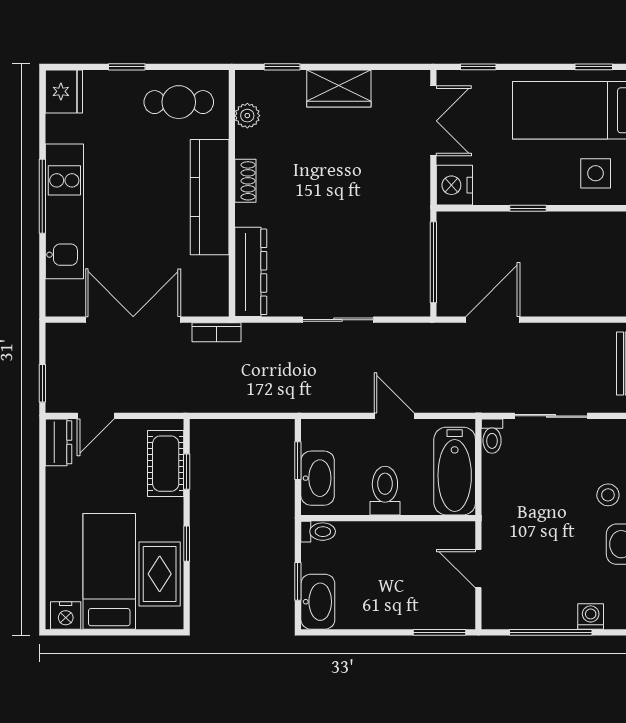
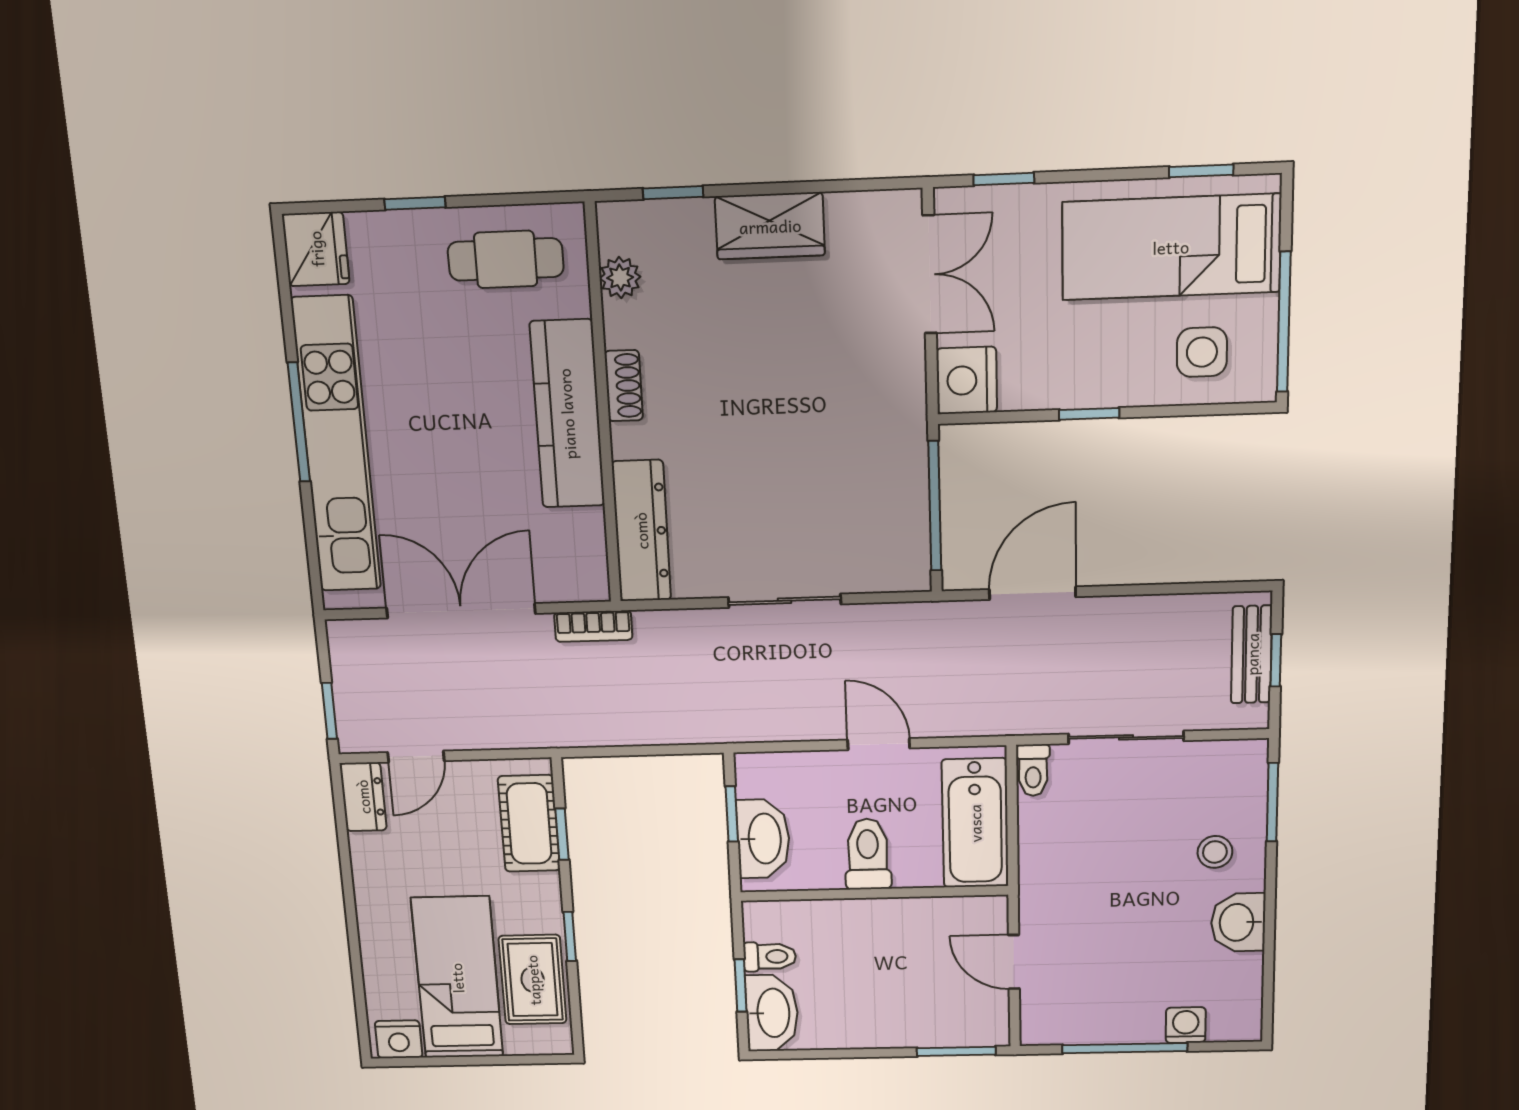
kitchen unit: (64, 211) -> (336, 445), width x1.36
toilet: (318, 532) -> (770, 957), moved

